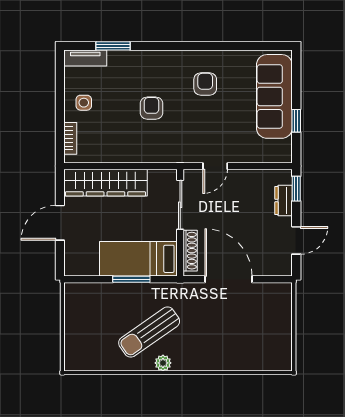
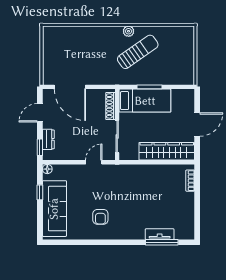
window: (113, 46) -> (162, 242), width x1.44
tv unit: (85, 58) -> (160, 234), moved
side table: (84, 103) -> (181, 204), removed
armchair: (151, 108) -> (136, 201), removed
floor lamp: (285, 156) -> (47, 169), added
door: (228, 279) -> (70, 87), moved

